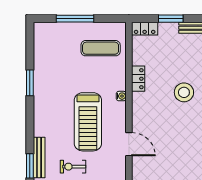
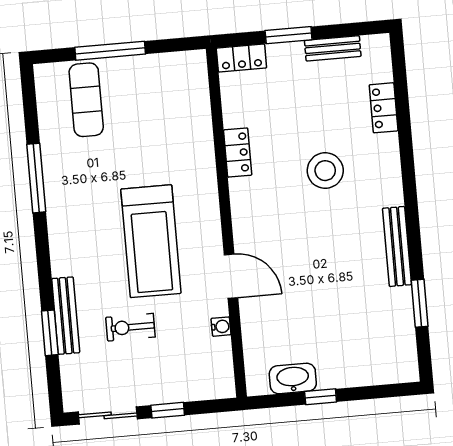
exercise mat: (101, 48) -> (86, 100), moved, turned 90
window: (30, 83) -> (36, 178), width x1.44
water cooler: (121, 96) -> (221, 327), moved

